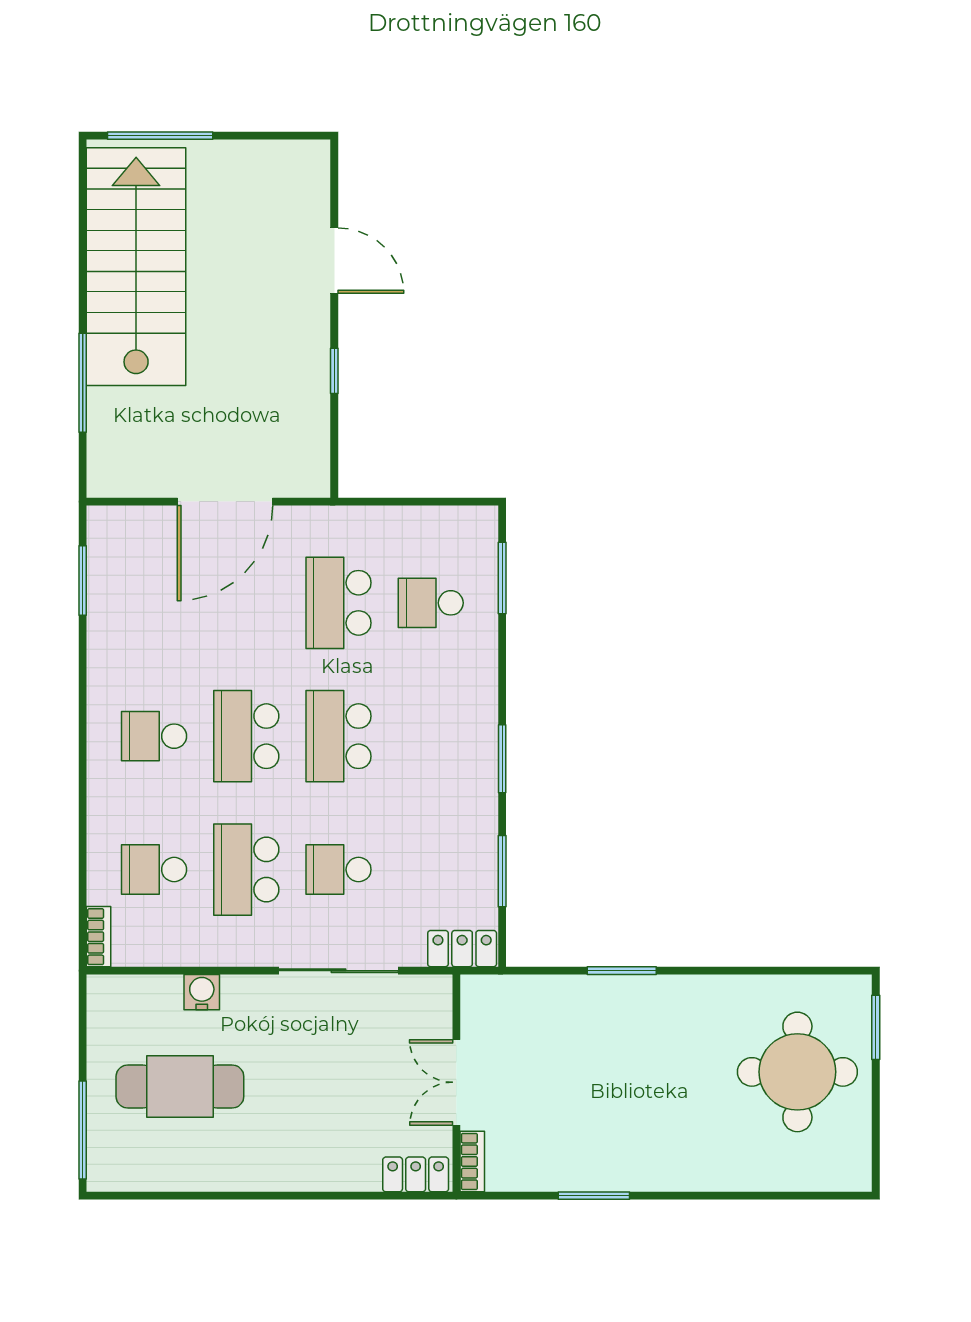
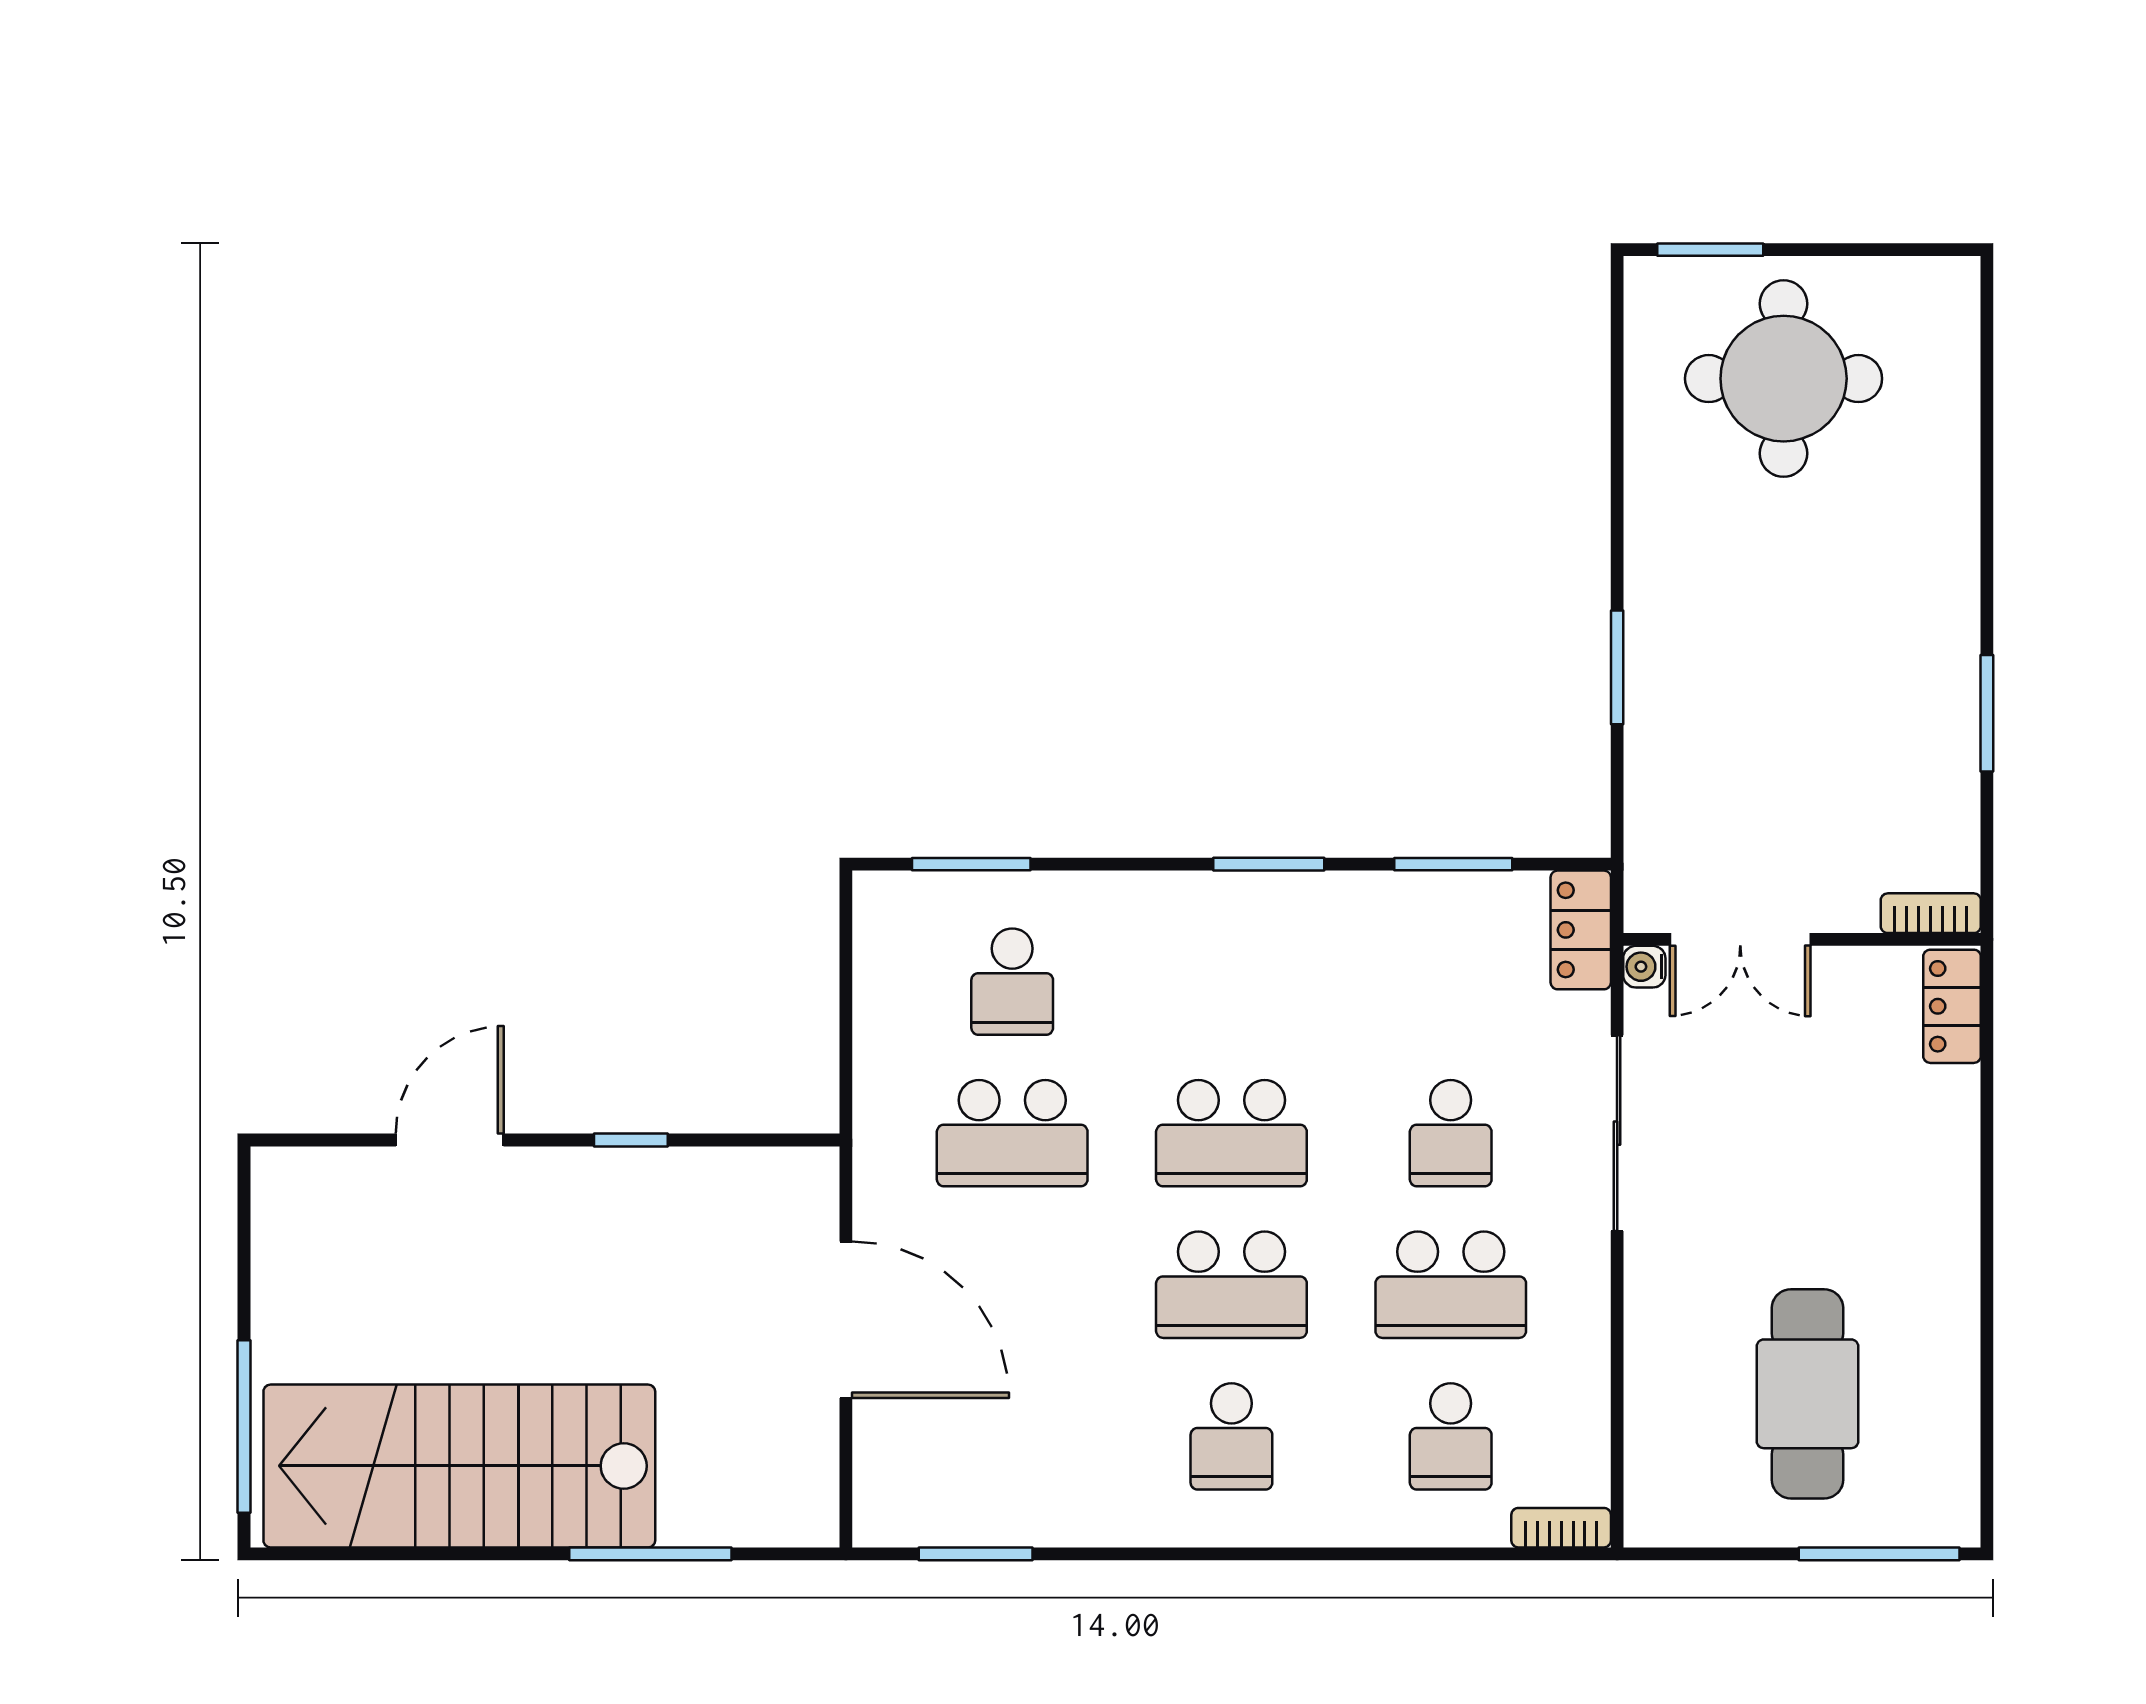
water cooler: (202, 992) -> (1644, 967), moved, width x0.72, depth x0.72
double door: (456, 1082) -> (1740, 939), moved

